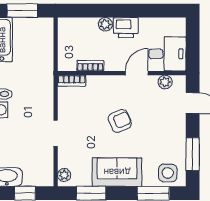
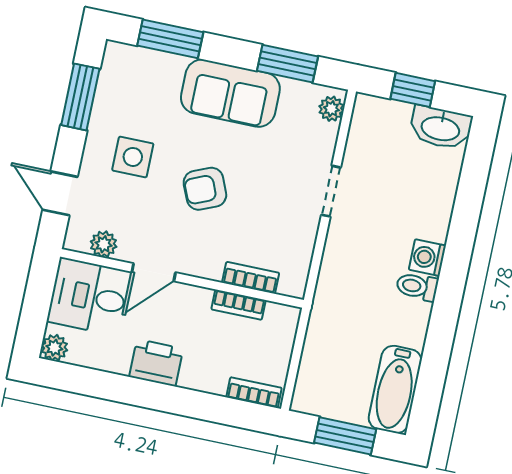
bookcase: (73, 23) -> (254, 393), added
plant: (105, 24) -> (54, 348), moved
bookcase: (72, 81) -> (251, 278), moved
side table: (168, 173) -> (133, 157), moved

